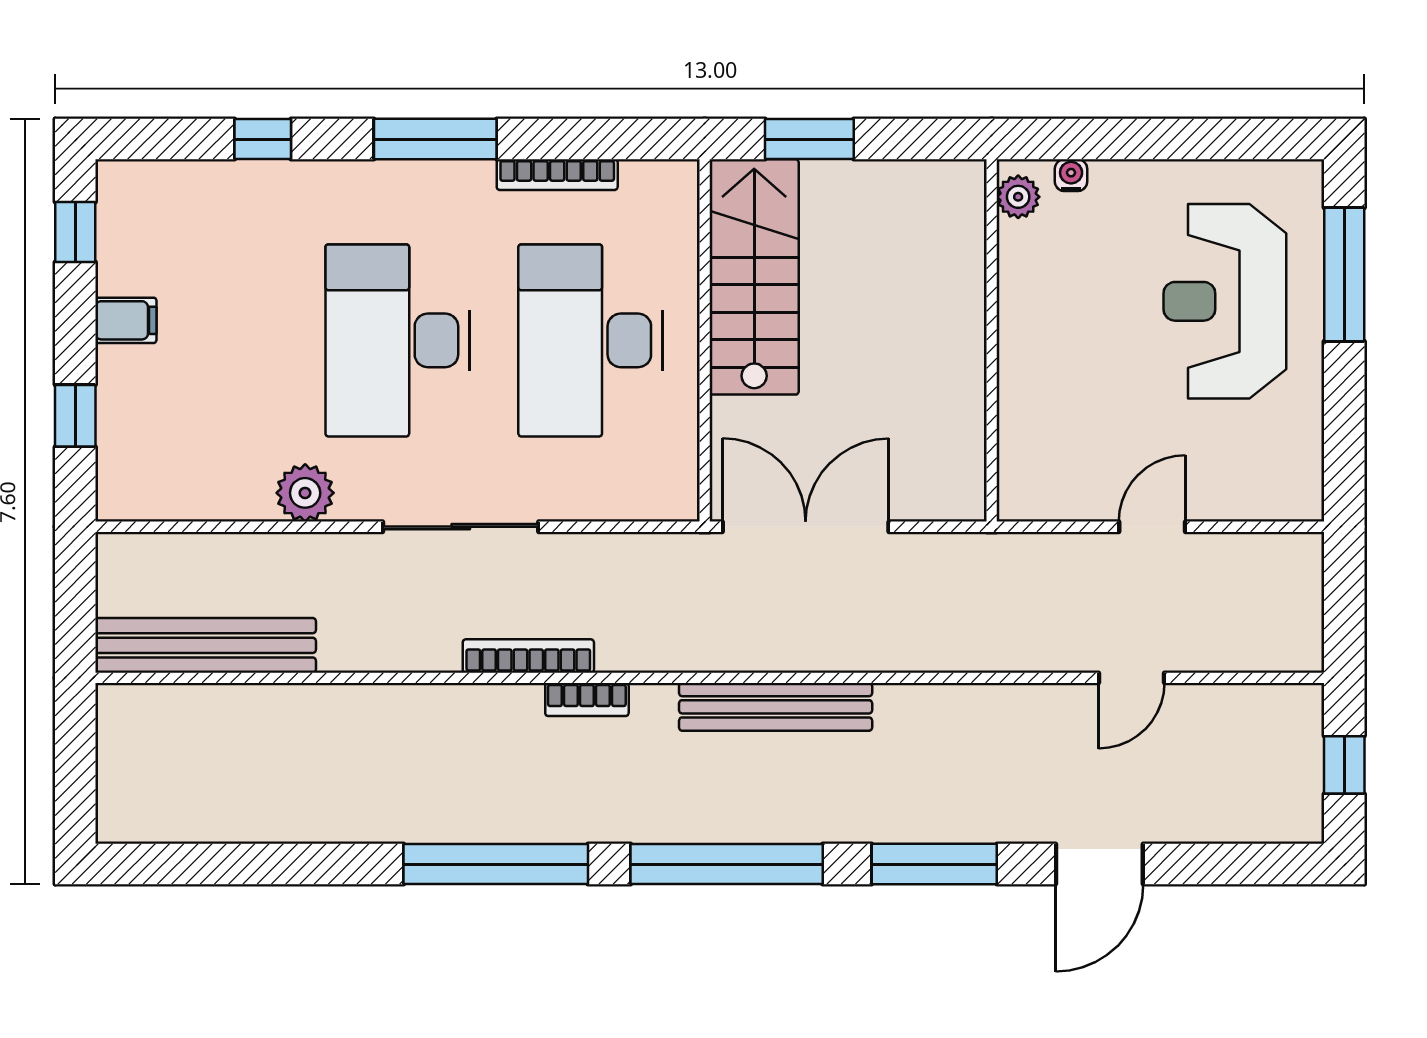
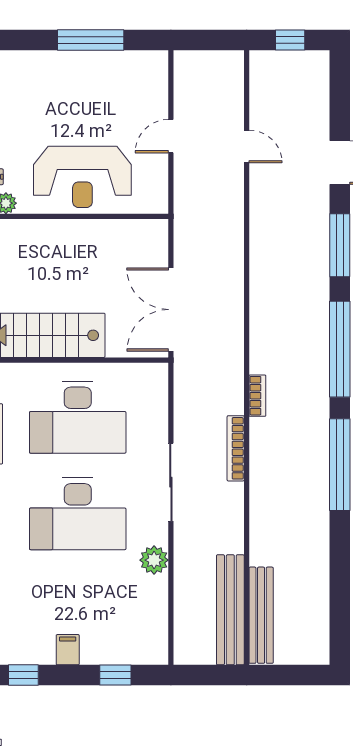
window: (1344, 275) -> (91, 40), moved
reception desk: (1225, 301) -> (82, 177), moved
door: (1152, 527) -> (171, 136), hinge flipped
bookcase: (587, 699) -> (257, 396), moved
bench: (776, 707) -> (261, 615), moved

